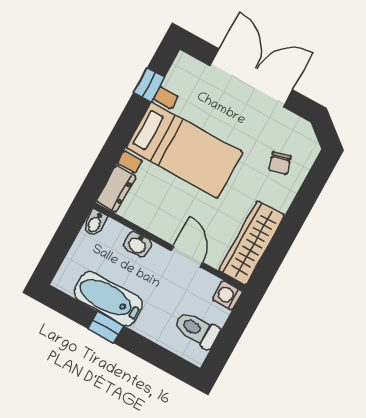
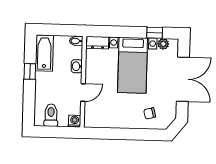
plant: (175, 80) -> (163, 44), added
wardrobe: (252, 243) -> (105, 120), removed
bathtub: (108, 299) -> (44, 53), moved

